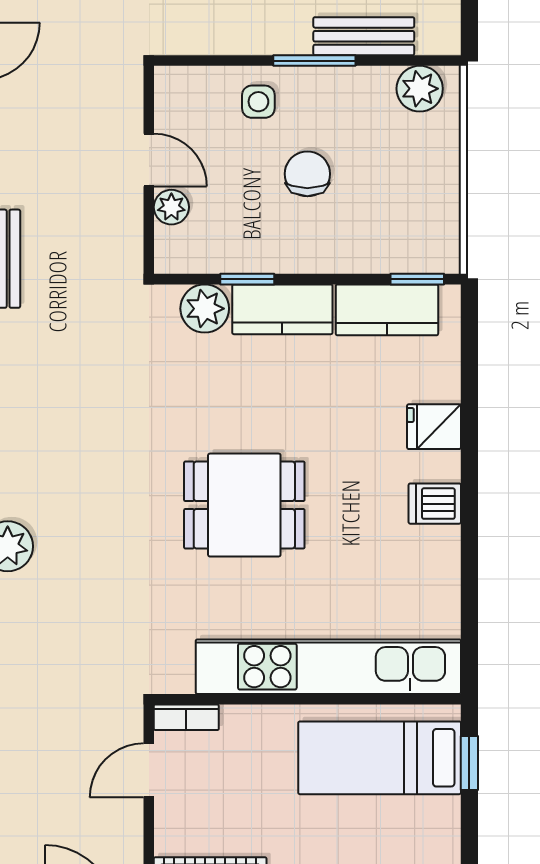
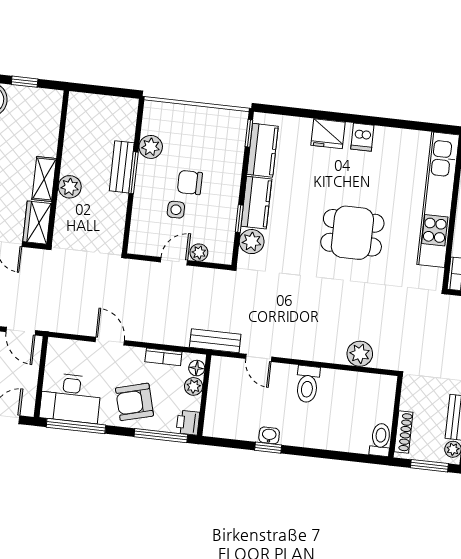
bench: (364, 36) -> (122, 167), moved
plant: (420, 89) -> (151, 147), moved
side table: (258, 102) -> (176, 210), moved
fridge: (434, 427) -> (328, 134), width x1.38
dining table: (244, 505) -> (352, 233), turned 90

